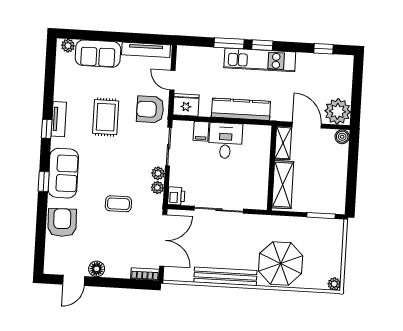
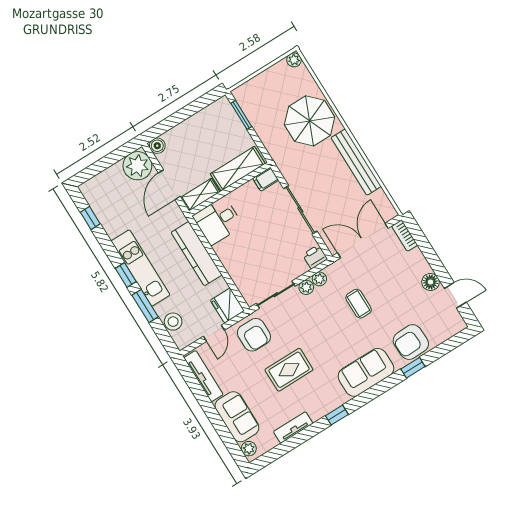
stool: (203, 56) -> (173, 322), added
tv unit: (59, 119) -> (293, 427), moved
filing cabinet: (201, 131) -> (266, 179), moved, turned 180
desk: (225, 141) -> (218, 221), moved
window: (44, 182) -> (413, 368), moved

